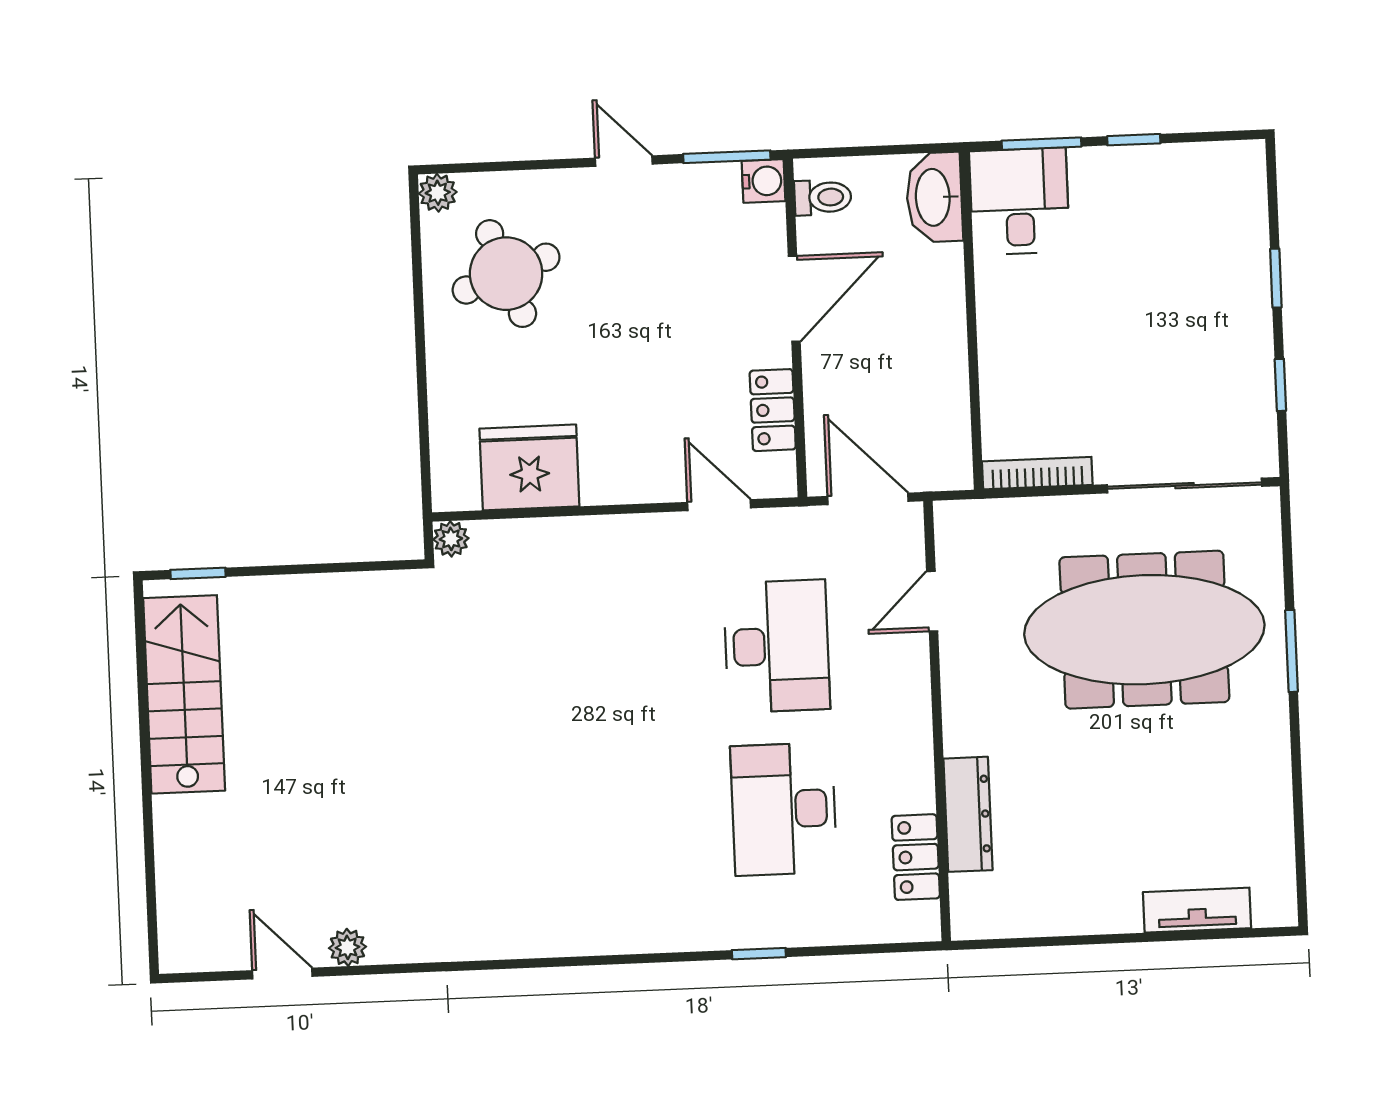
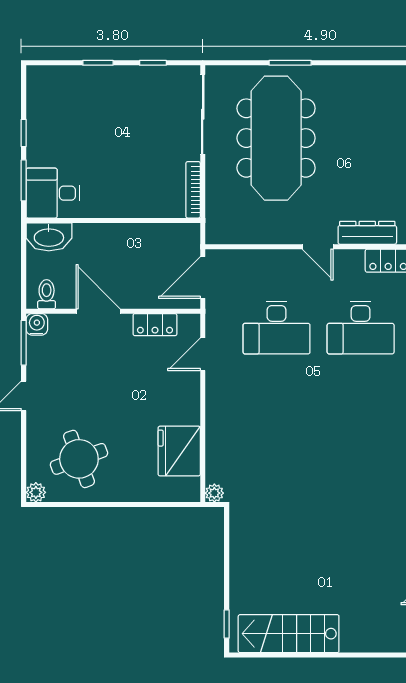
door: (932, 601) -> (318, 247), moved
desk: (777, 646) -> (277, 328), turned 180

